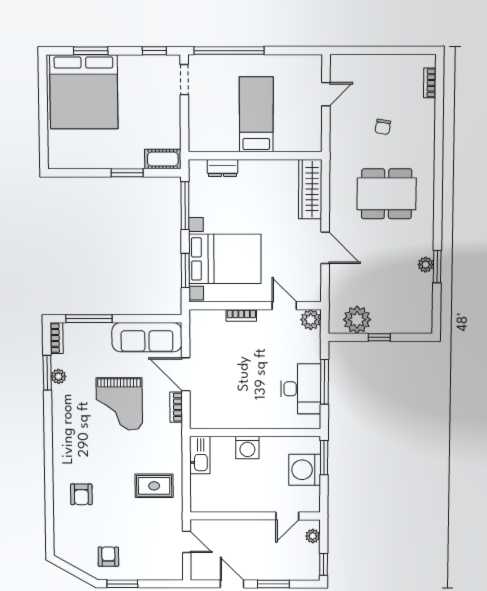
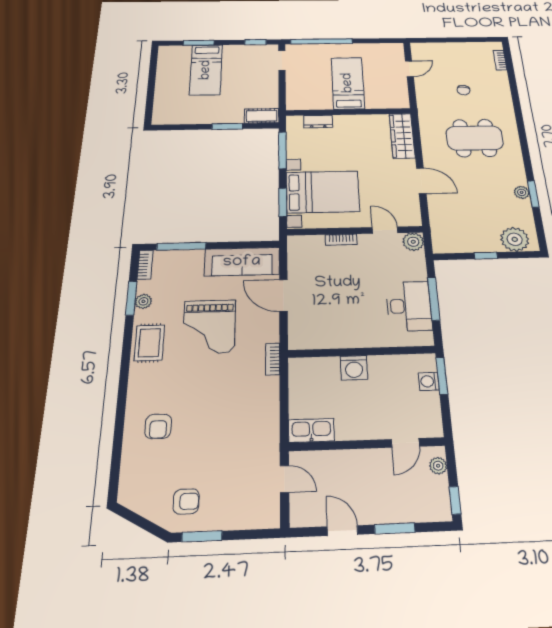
bed: (84, 92) -> (206, 70), width x0.49
plant: (357, 320) -> (515, 239), moved
bookcase: (176, 407) -> (273, 359), moved
kitchen sink: (200, 455) -> (311, 430), moved, turned -90
washing machine: (305, 470) -> (429, 381), width x0.53, depth x0.53
rug: (154, 486) -> (149, 343), moved, turned 90
armchair: (108, 557) -> (186, 501), turned 90

